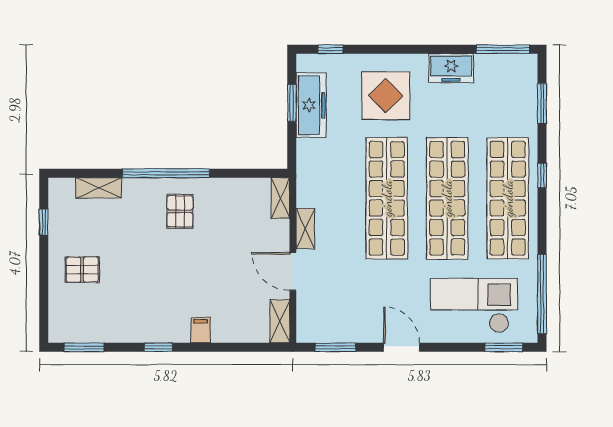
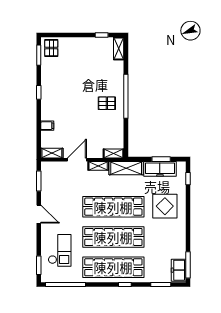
freezer: (451, 68) -> (179, 270), moved
shelving: (310, 173) -> (126, 168), added
shelving: (99, 188) -> (119, 49), moved
pallet: (82, 270) -> (51, 48), moved
checkout: (474, 306) -> (60, 250), width x0.73, depth x0.83
filing cabinet: (201, 330) -> (47, 126), moved
door: (401, 347) -> (39, 214), hinge flipped

